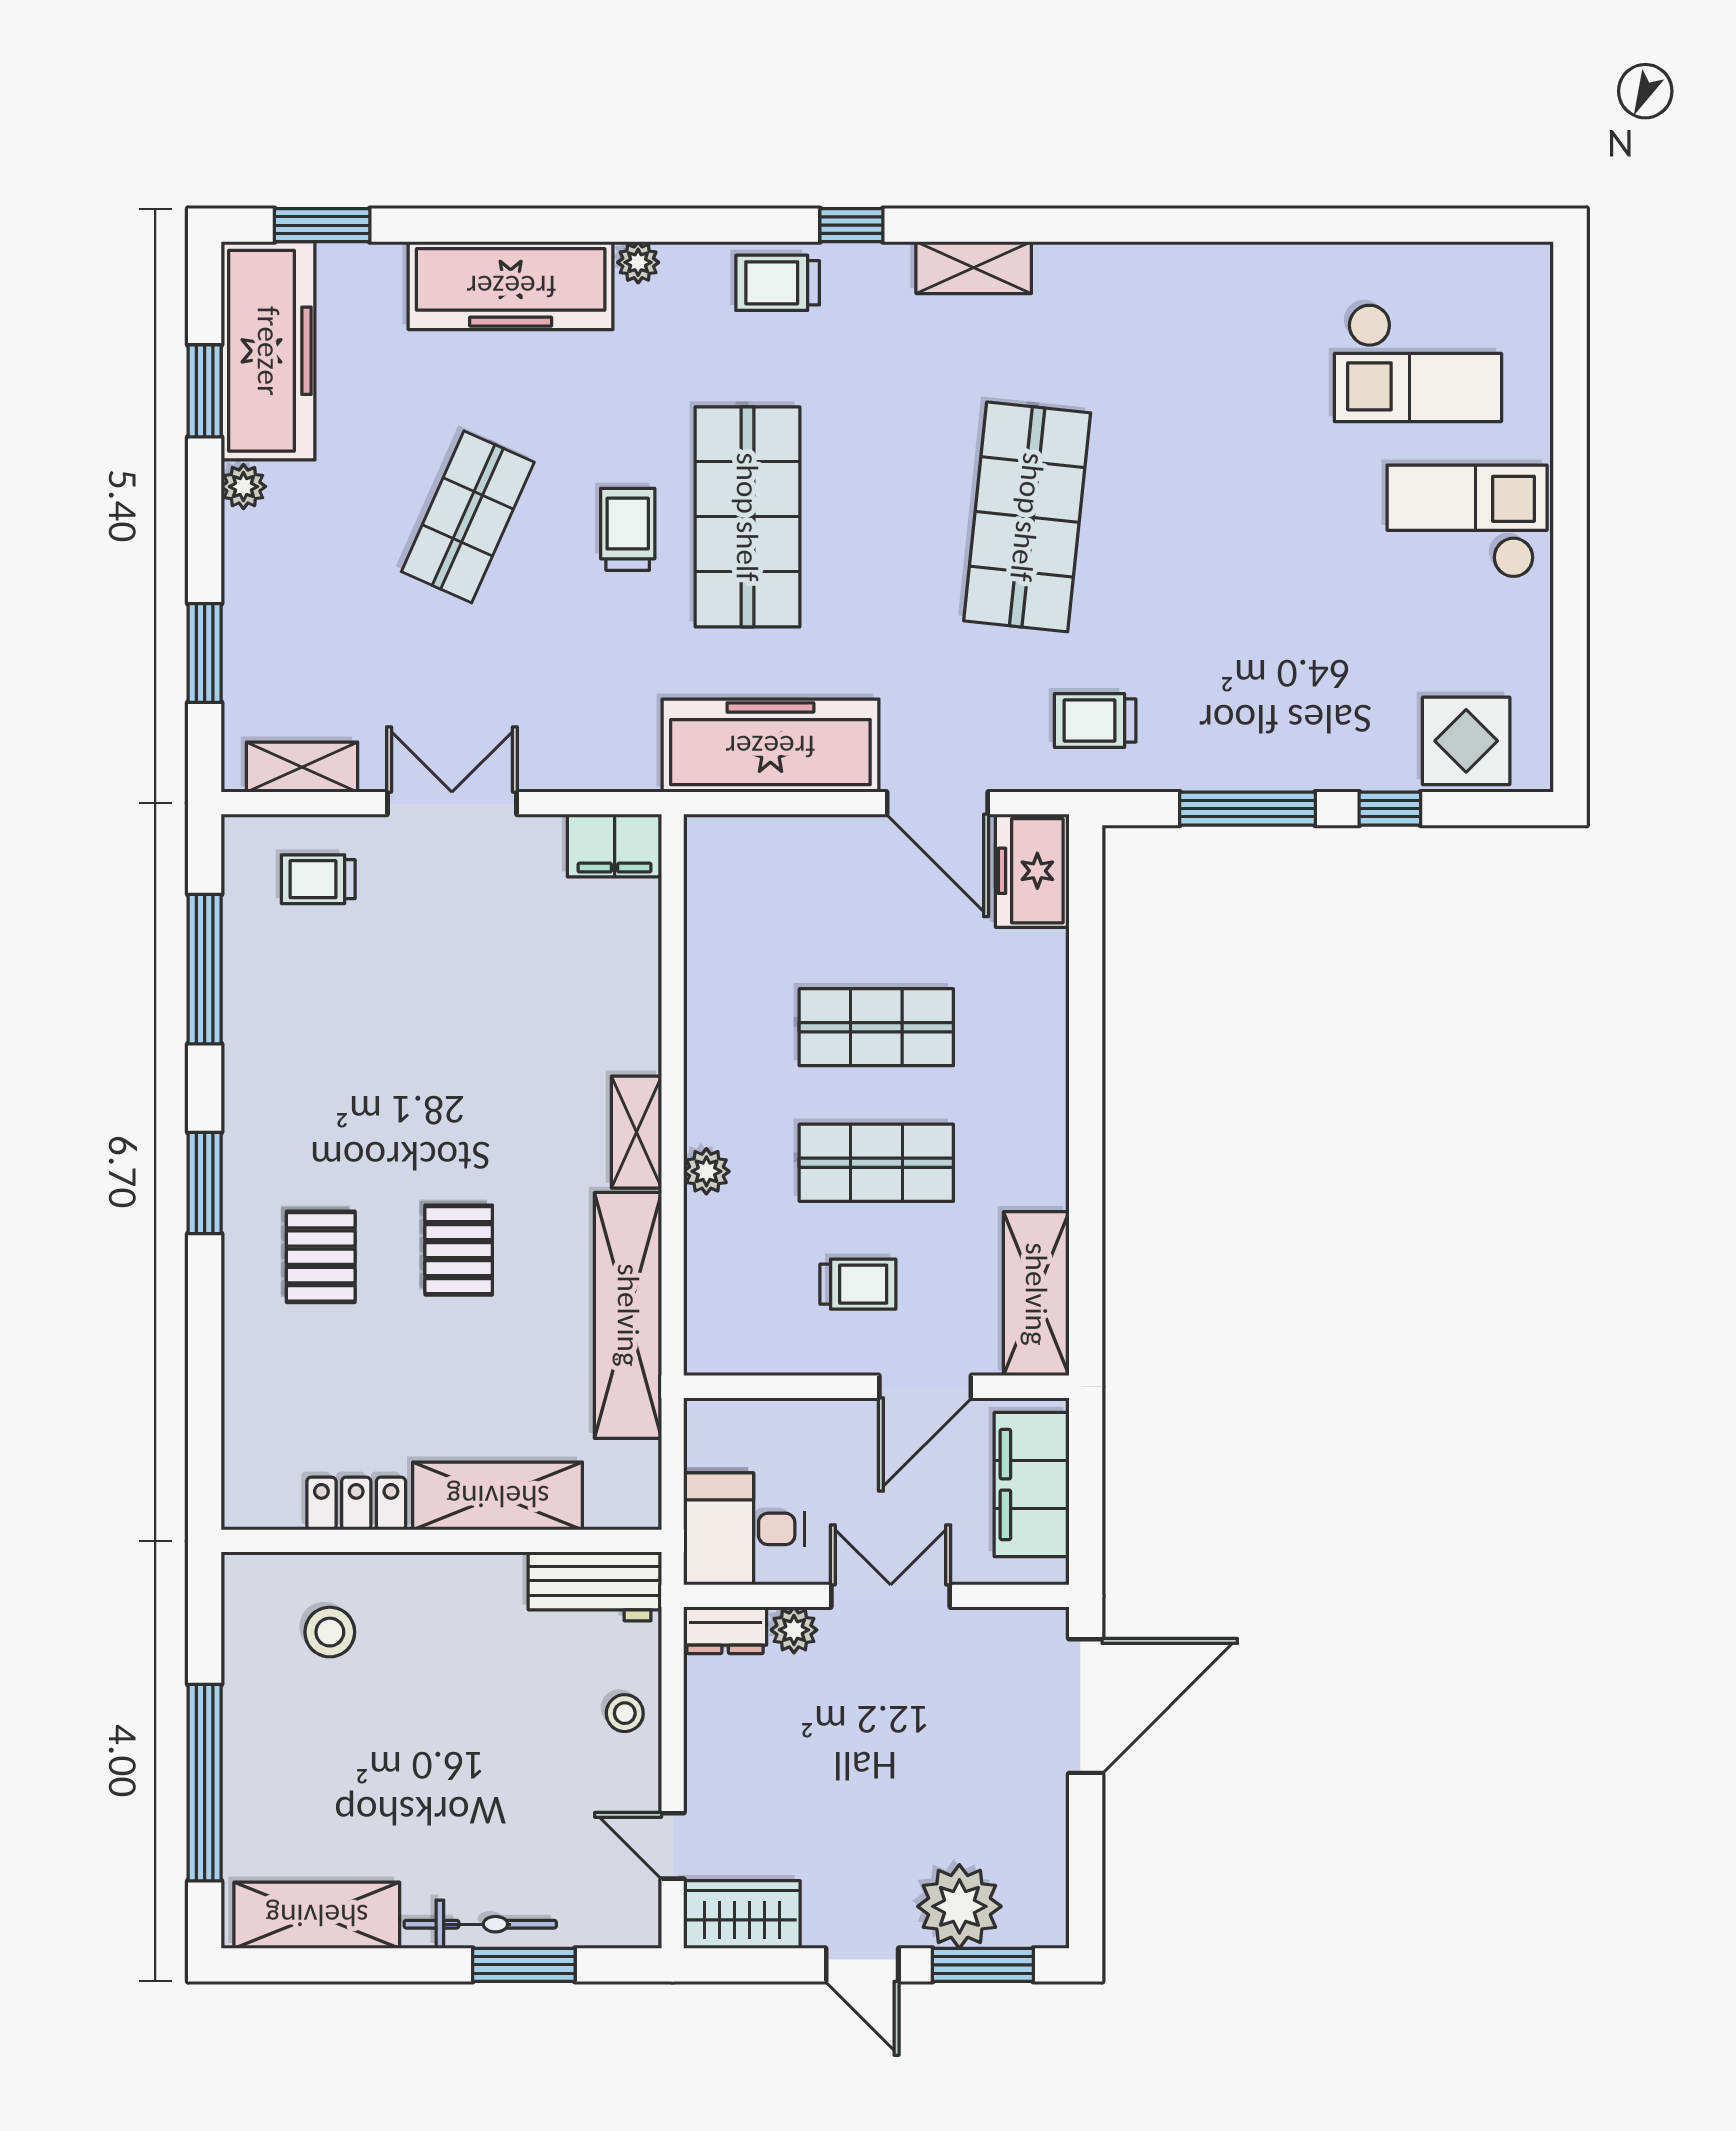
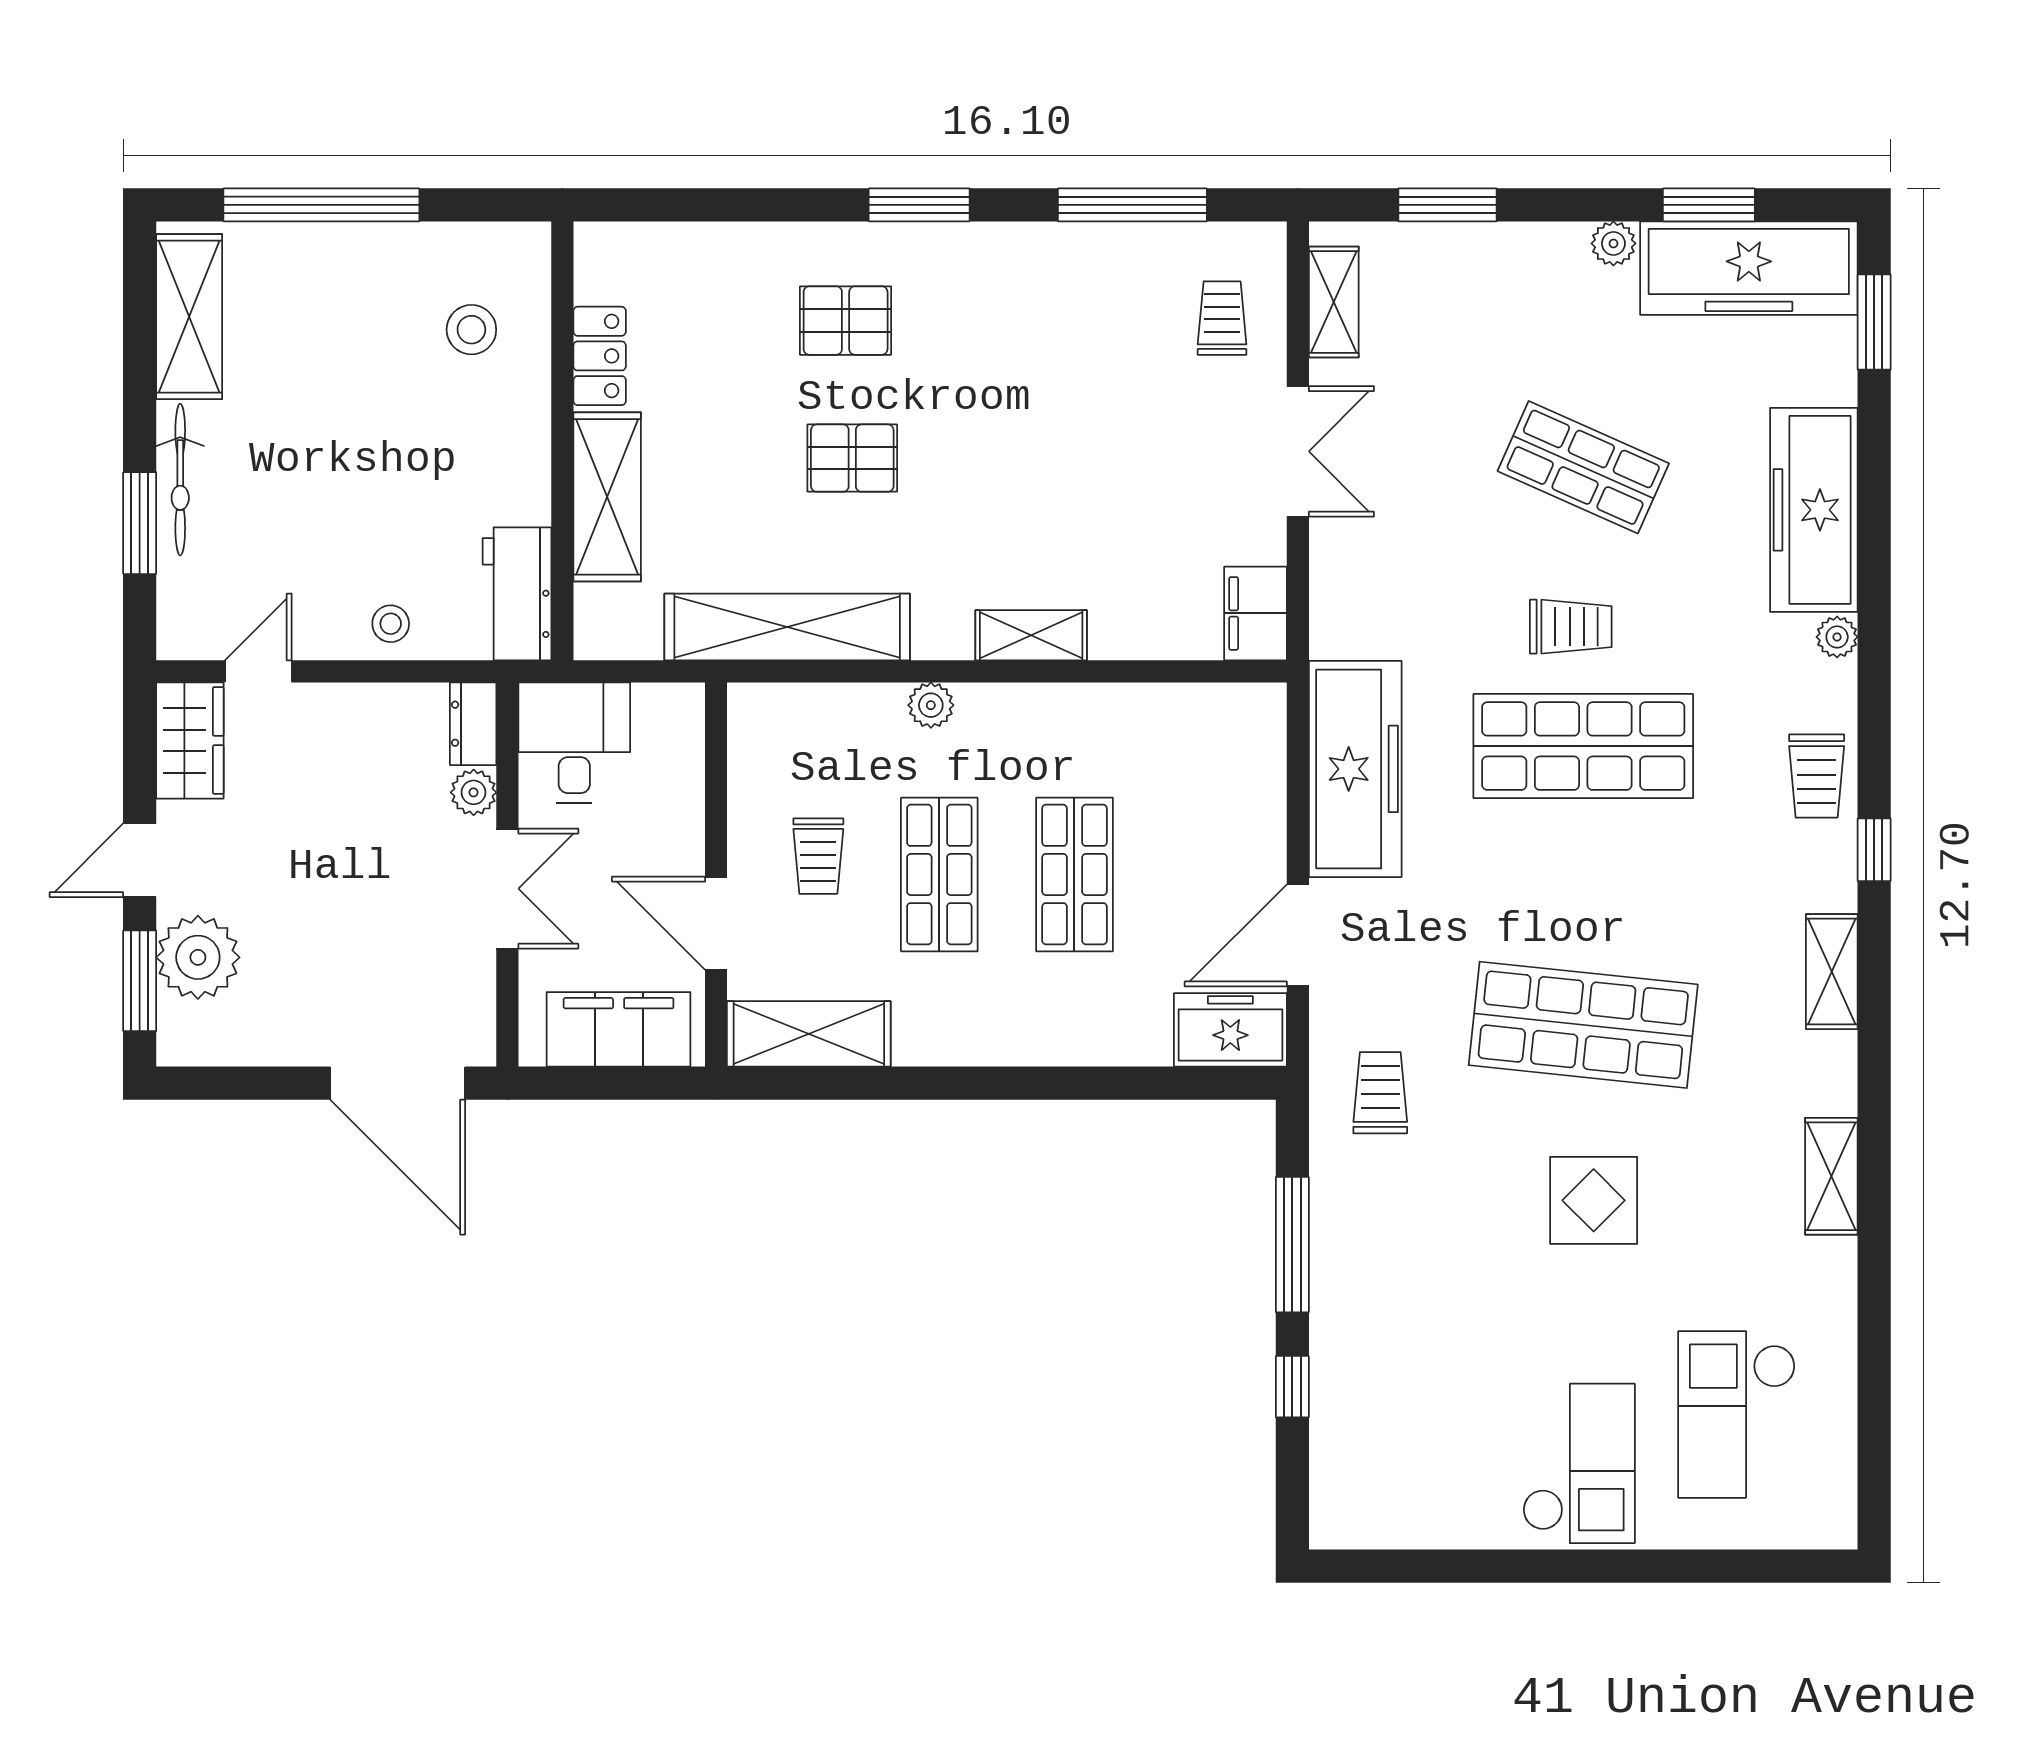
shelving: (1179, 268) -> (1831, 1176), added
trolley: (778, 283) -> (1817, 776), turned 180
display table: (1466, 741) -> (1594, 1200), moved
shelving: (636, 1132) -> (1031, 635), moved

